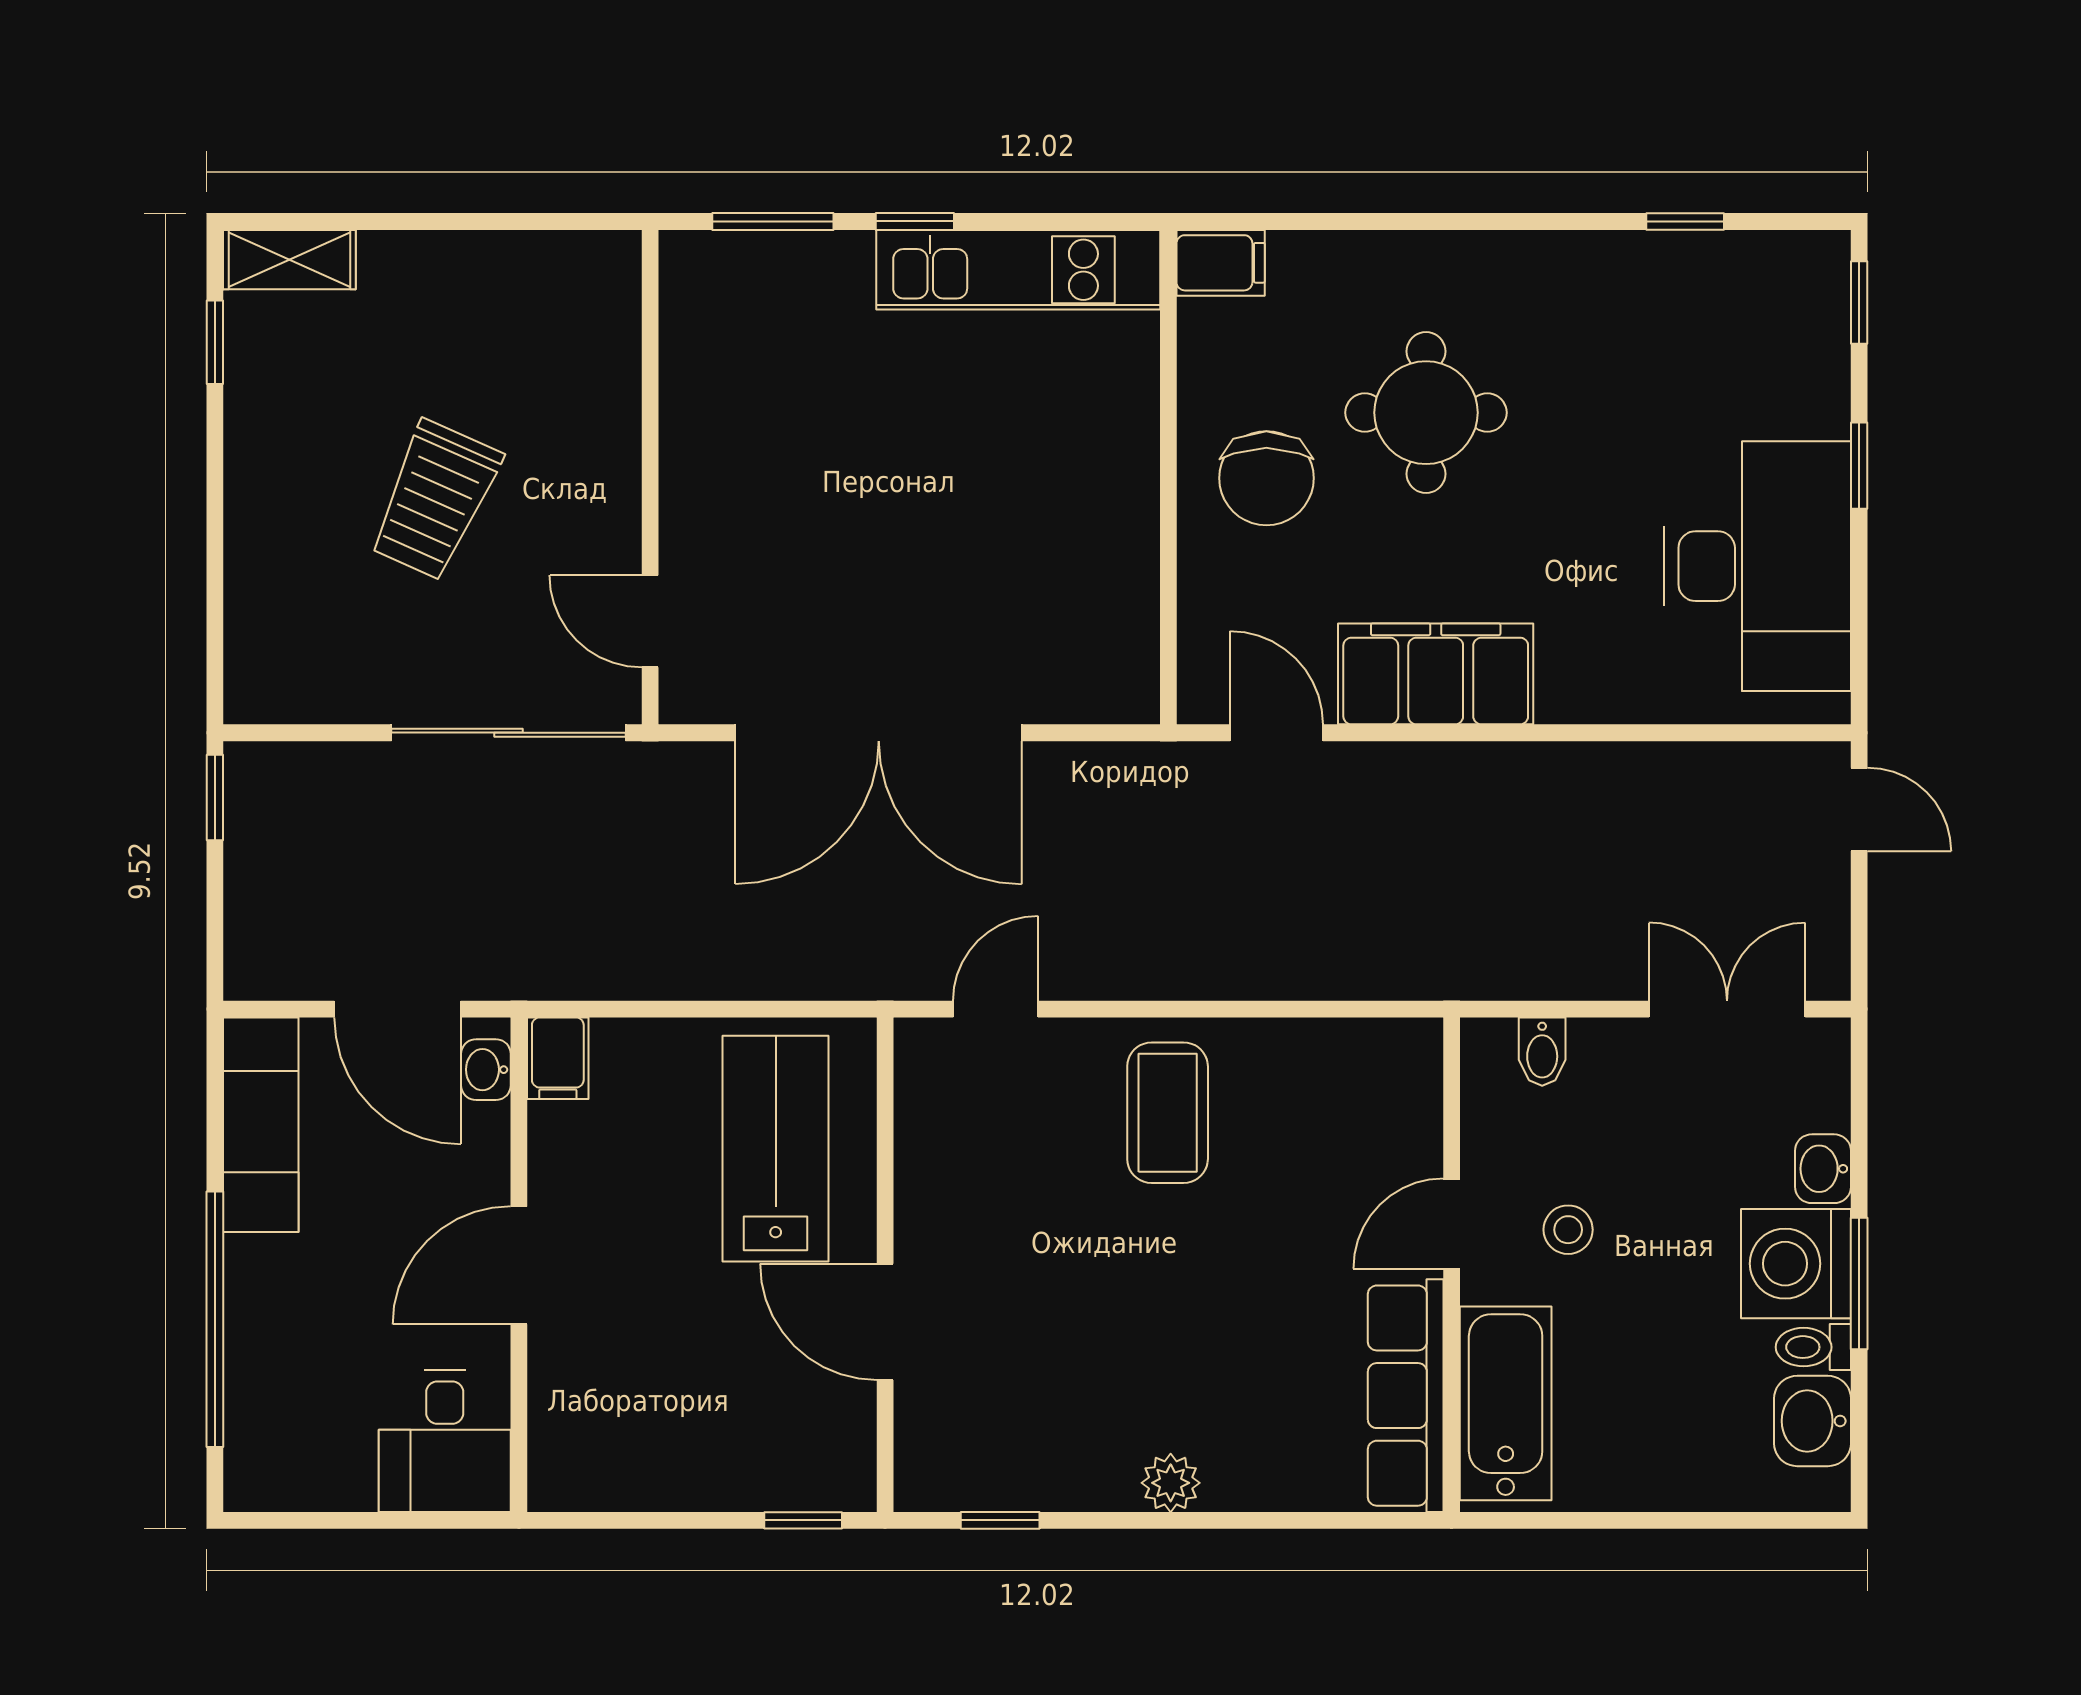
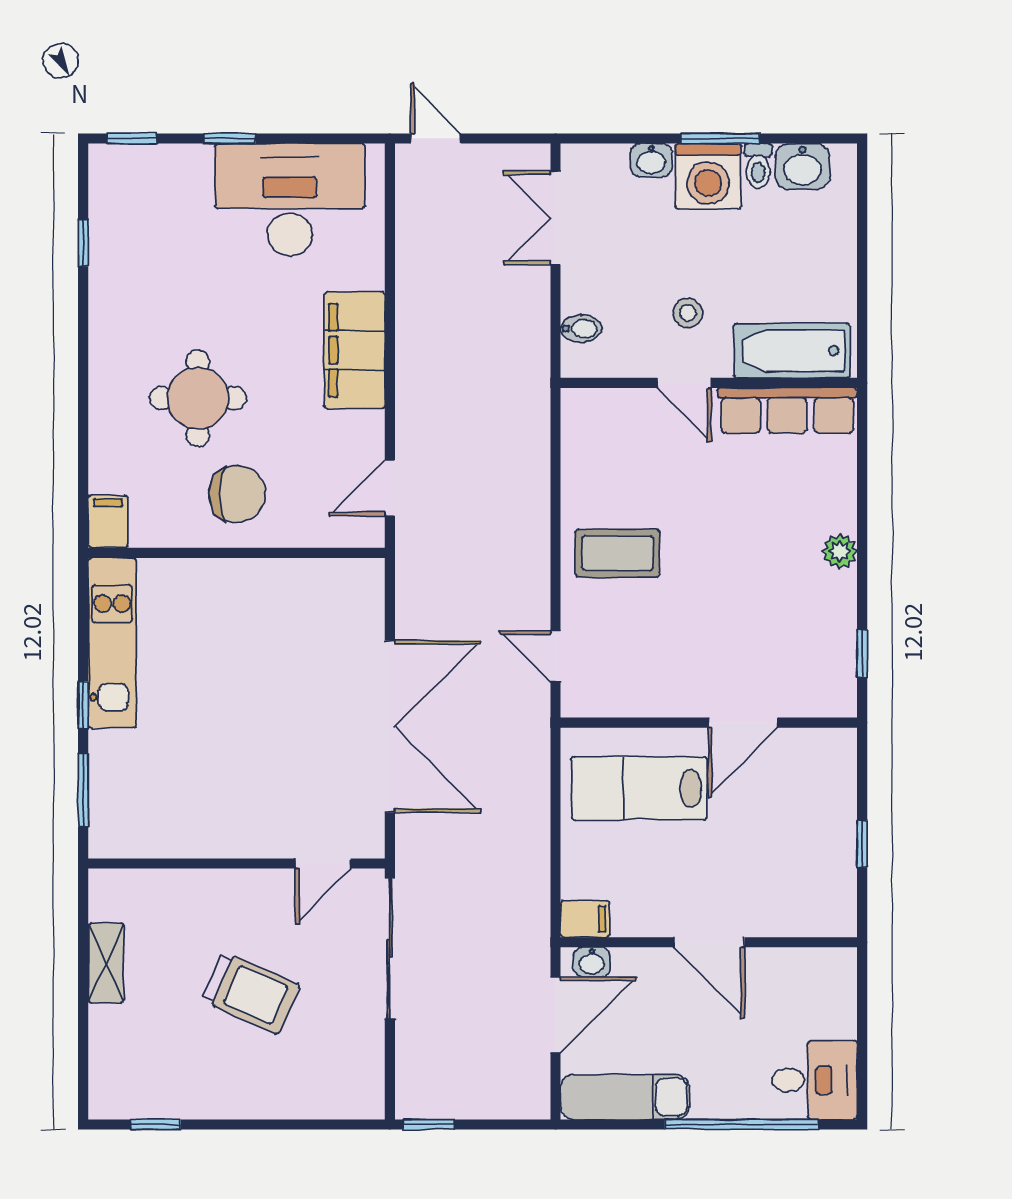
shelving: (289, 260) -> (106, 963), moved
filing cabinet: (1436, 674) -> (355, 350), moved
door: (1859, 809) -> (436, 138), hinge flipped
desk: (445, 1441) -> (815, 1080), moved
window: (803, 1520) -> (862, 844), moved

